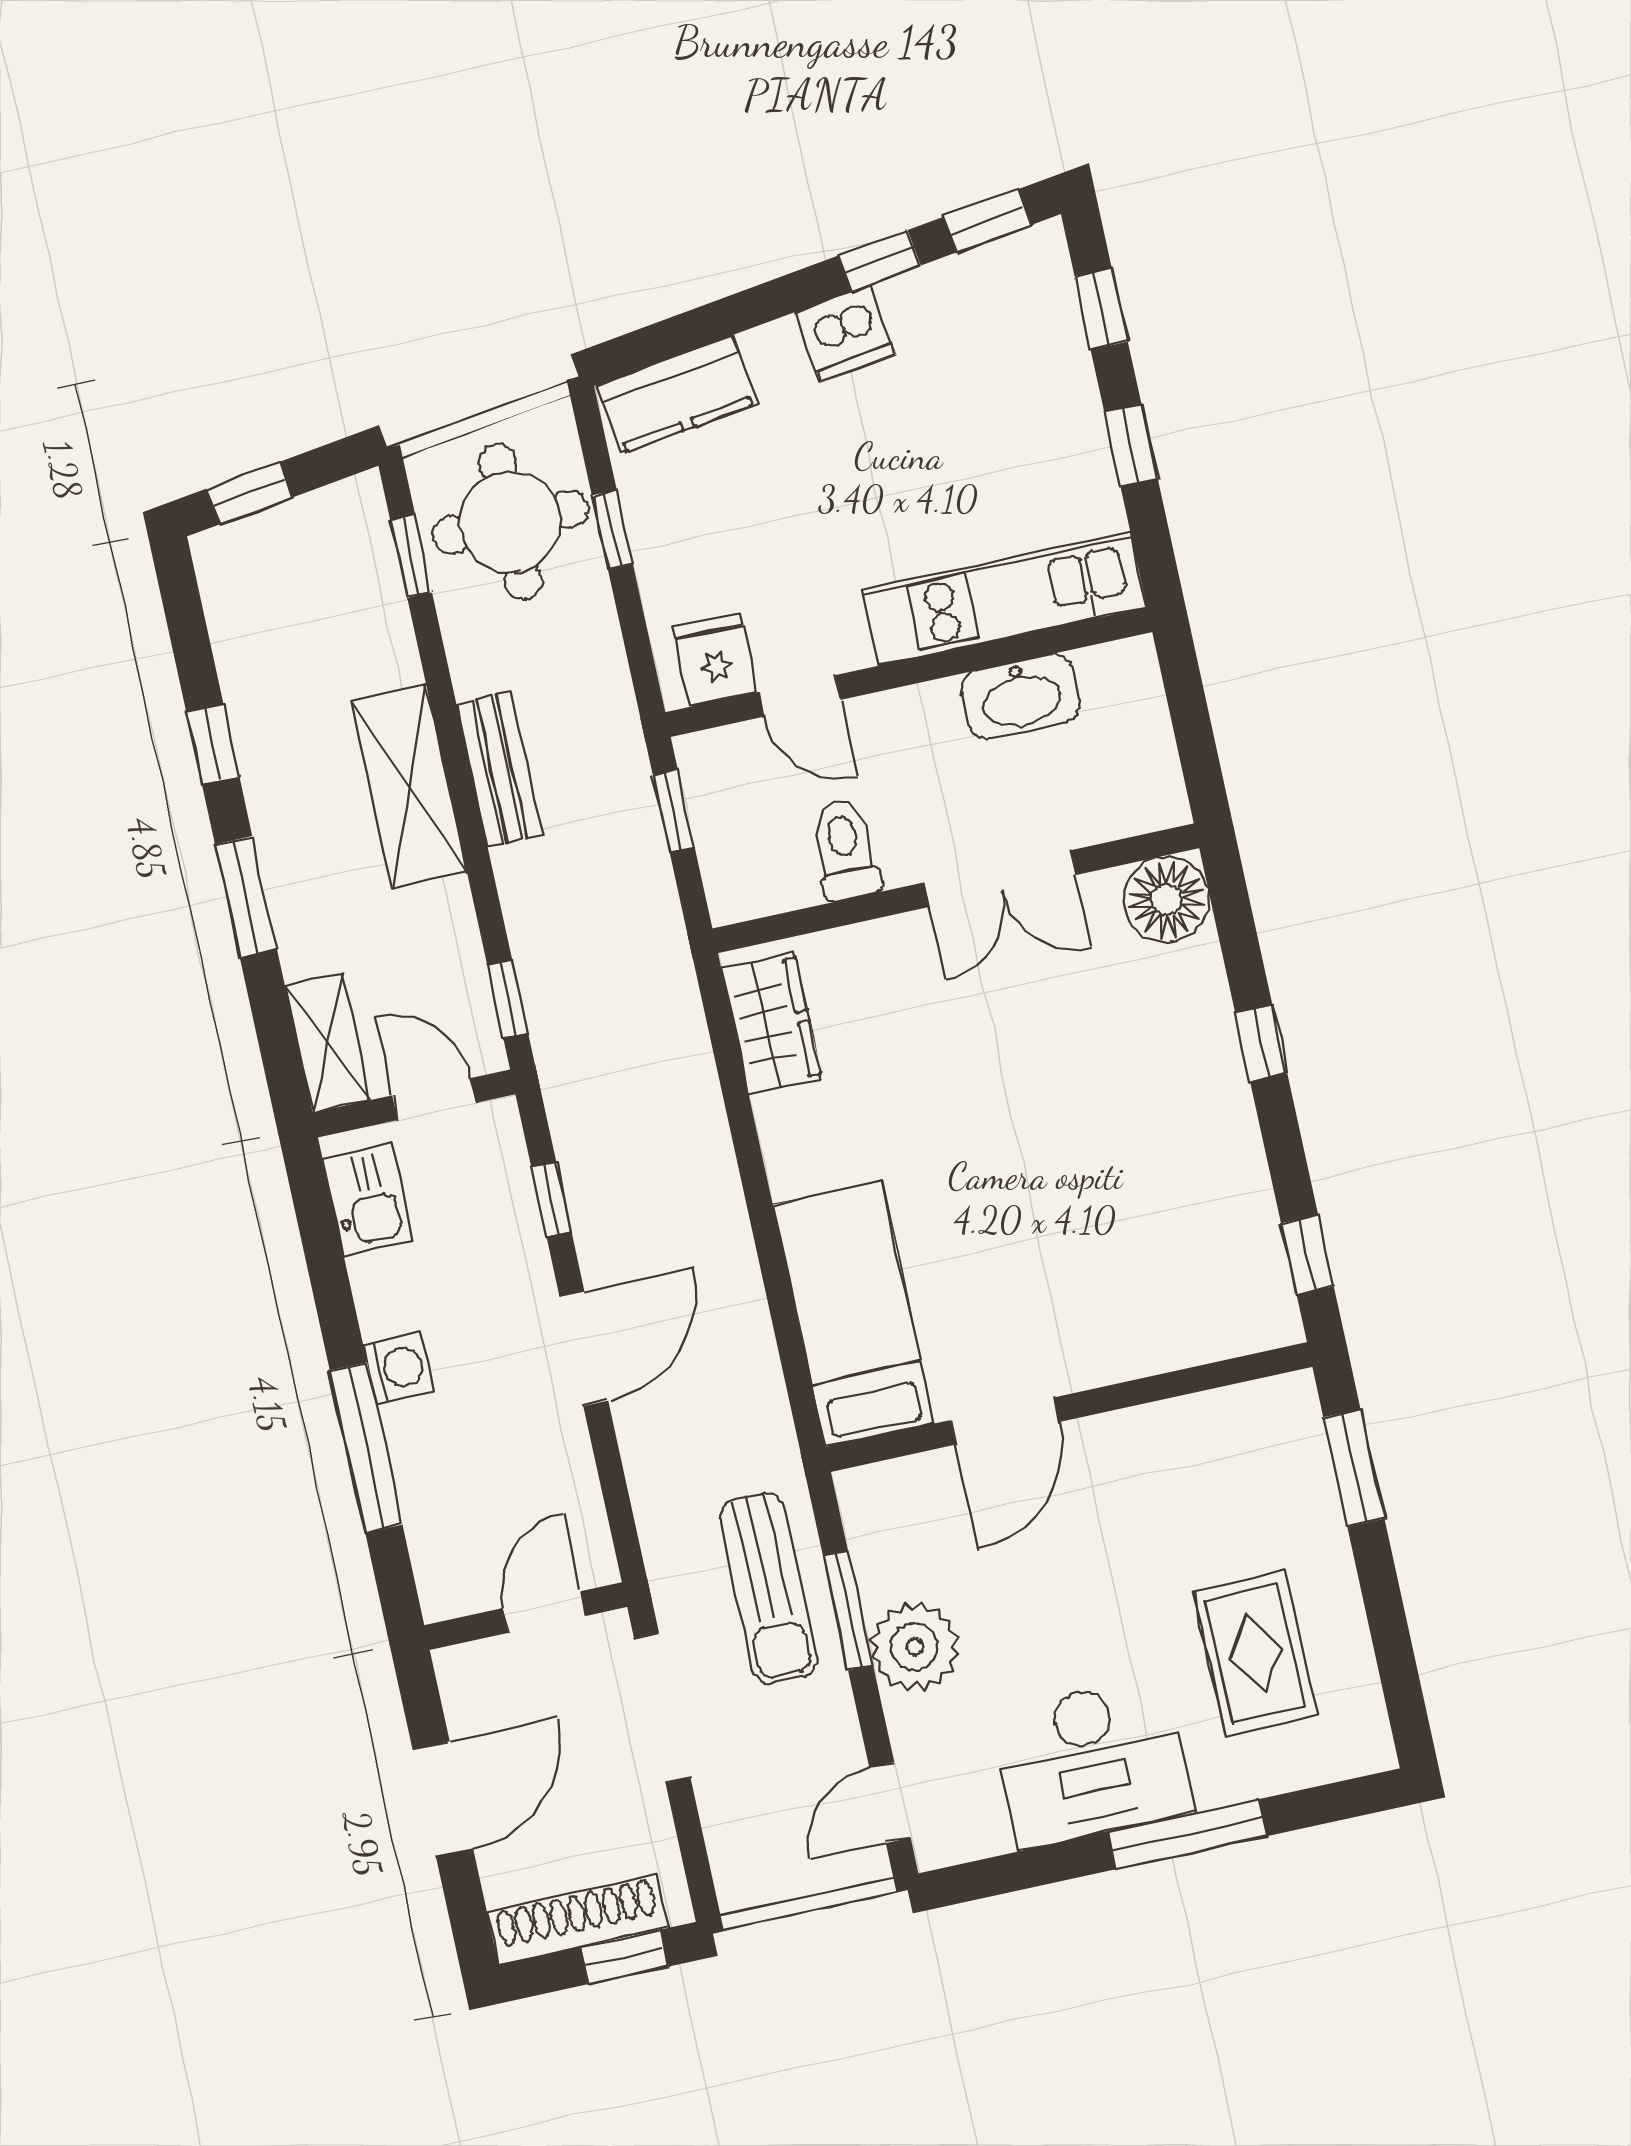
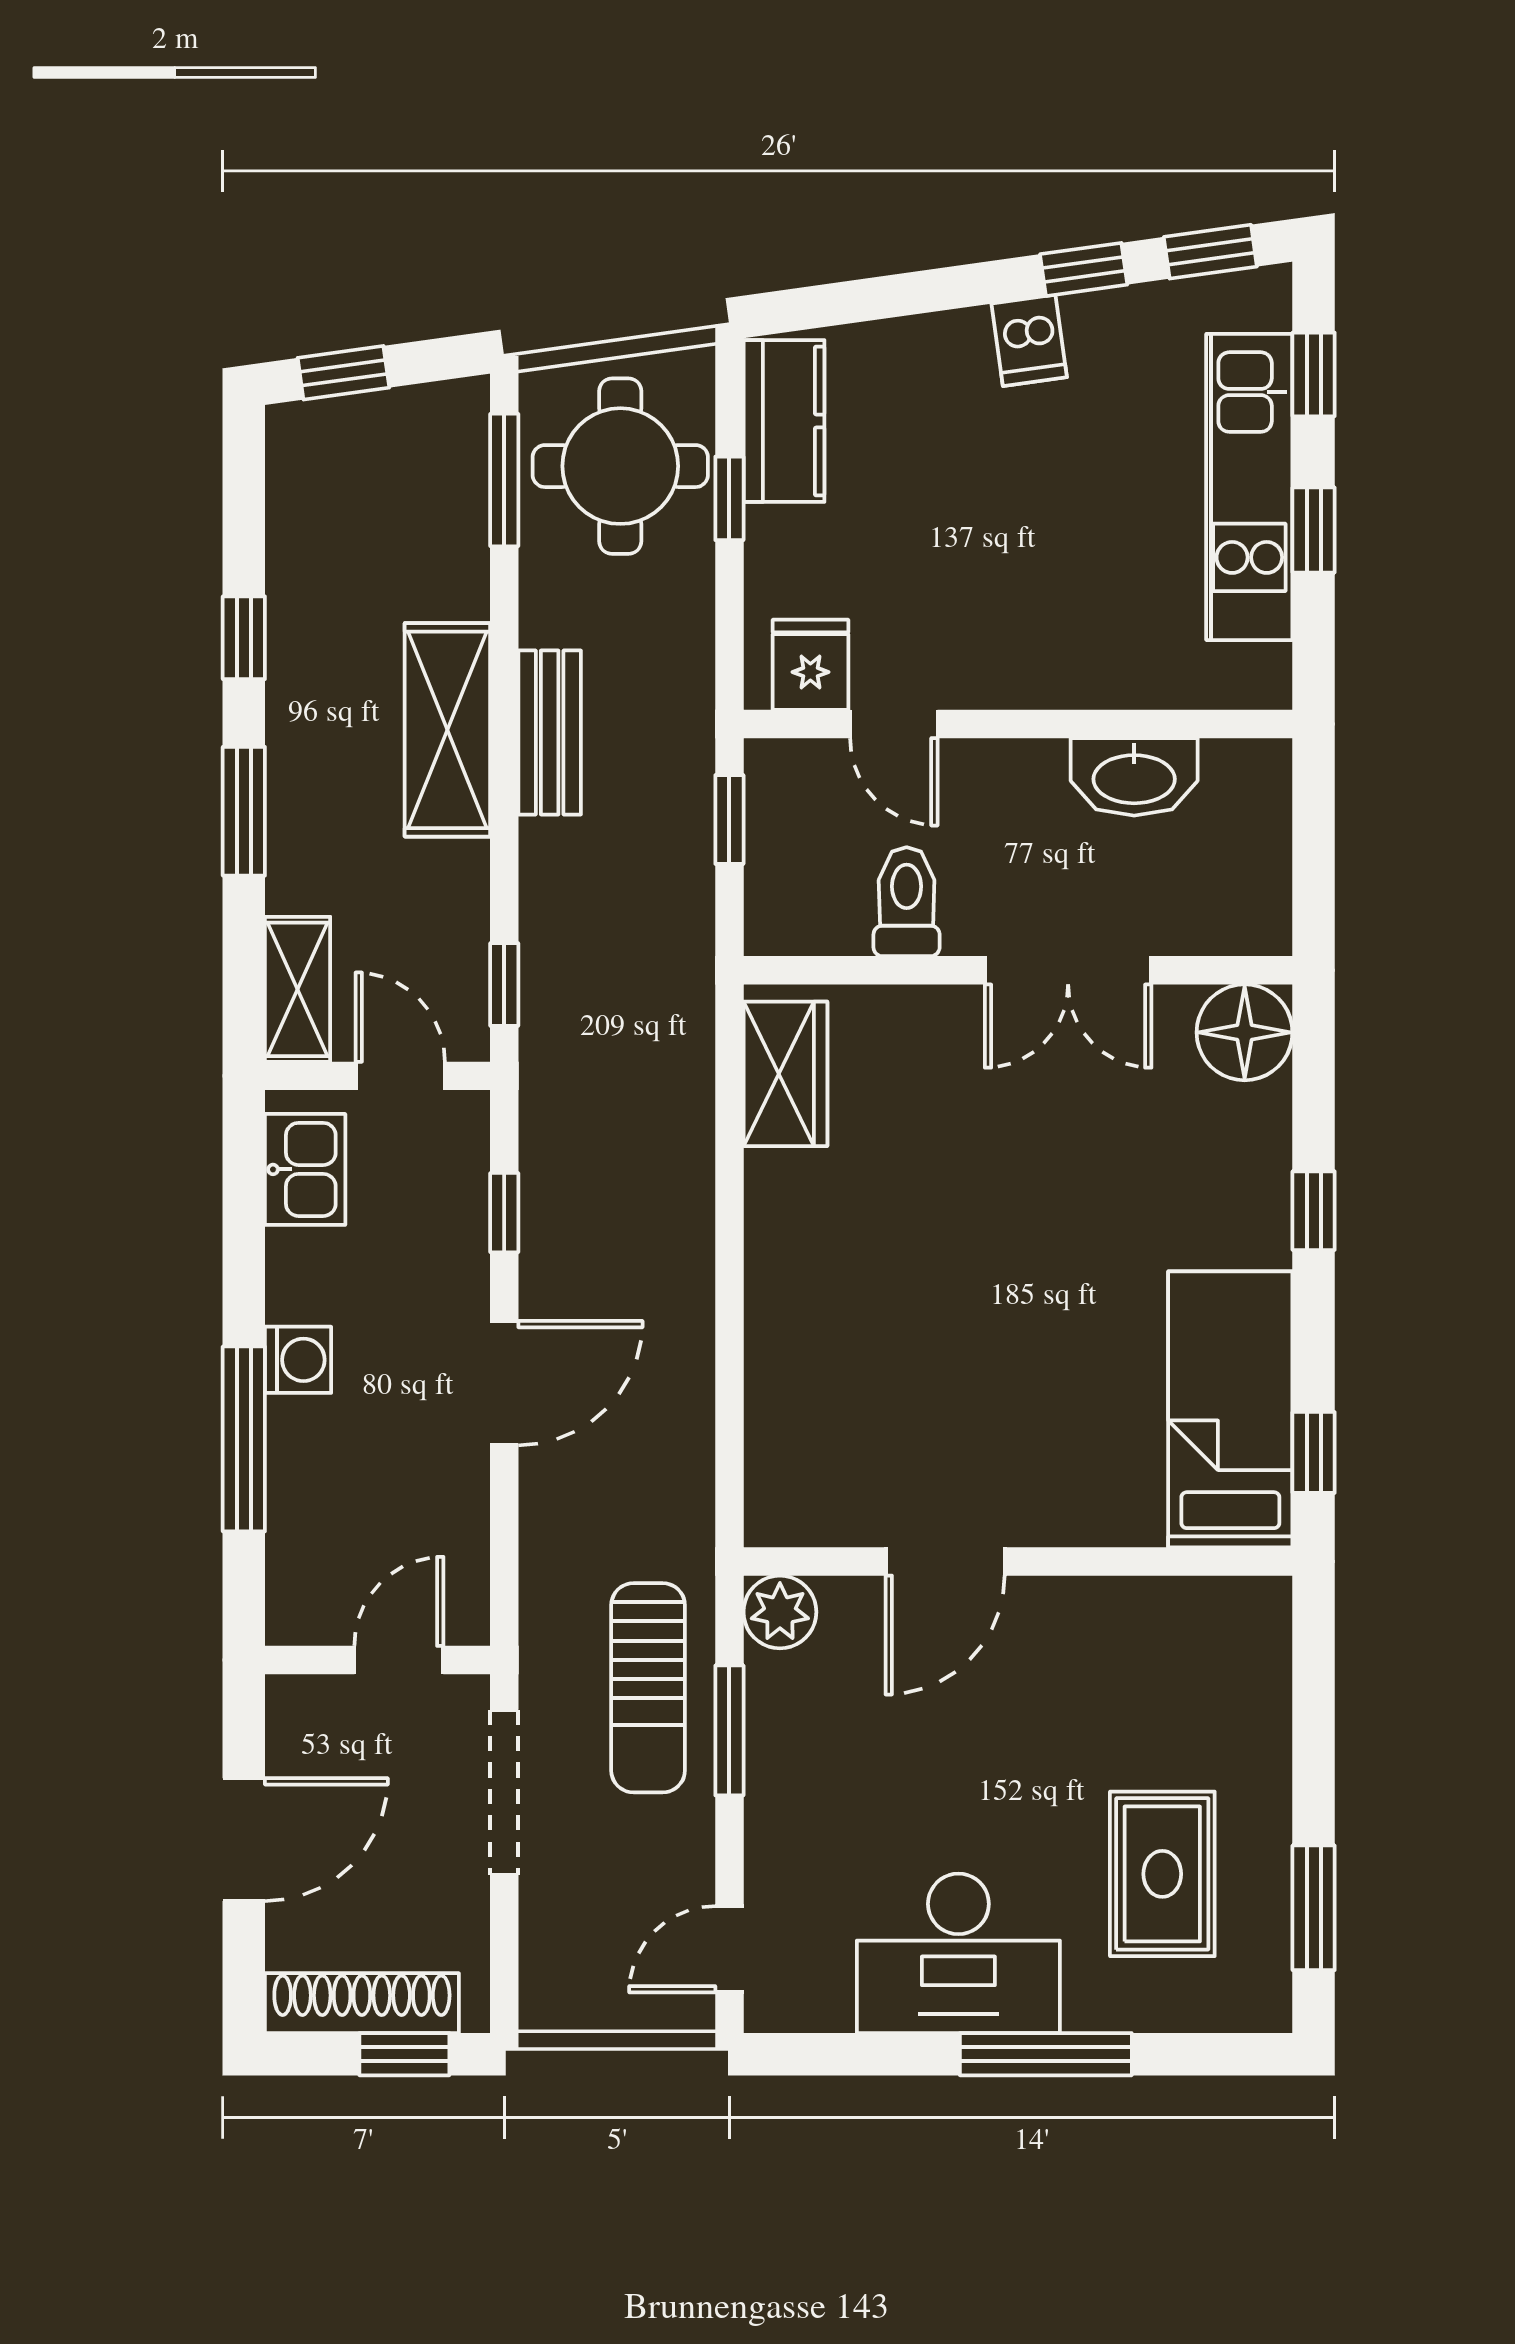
dishwasher: (845, 333) -> (1029, 340), width x0.73
kitchen counter: (676, 395) -> (784, 421), moved, turned -82
window: (411, 556) -> (504, 480), width x1.50
kitchen unit: (1004, 599) -> (1249, 487), moved, turned -90
bed: (853, 1314) -> (1230, 1409), moved
window: (1354, 1468) -> (1314, 1908), moved
plant: (915, 1647) -> (780, 1612), moved, width x0.73, depth x0.73

